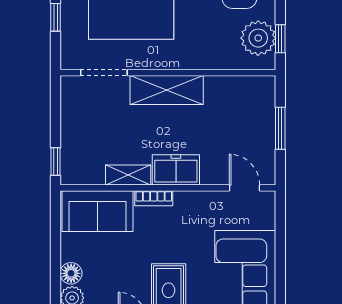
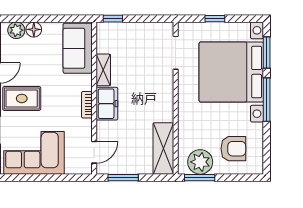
window: (280, 39) -> (200, 178), width x1.50
shelving: (167, 90) -> (163, 149), moved
window: (280, 128) -> (123, 178), moved
bookcase: (154, 198) -> (87, 105), moved

